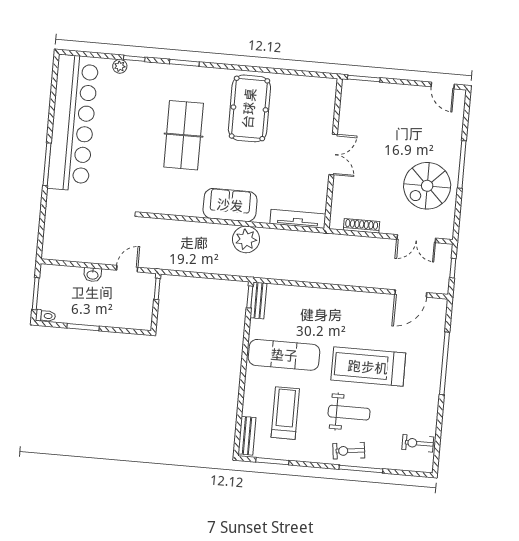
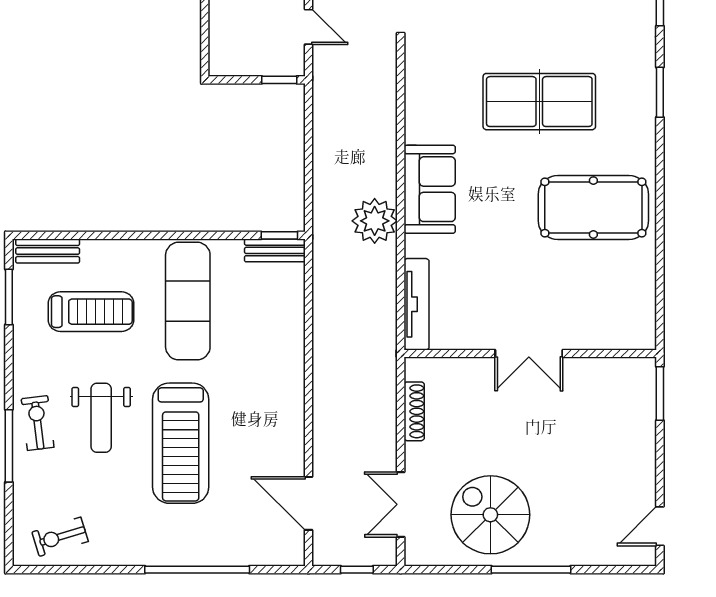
treadmill: (368, 367) -> (181, 443), turned 180
exercise bike: (418, 443) -> (60, 537), turned -107

